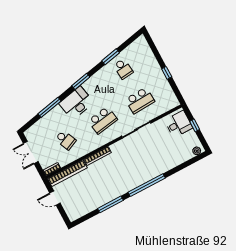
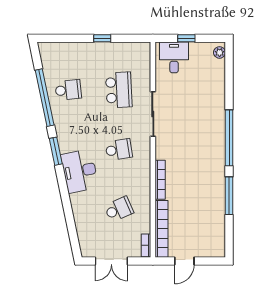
window: (111, 57) -> (45, 98), width x2.11
window: (50, 107) -> (67, 208), removed
school desk: (103, 120) -> (119, 150), width x0.54

